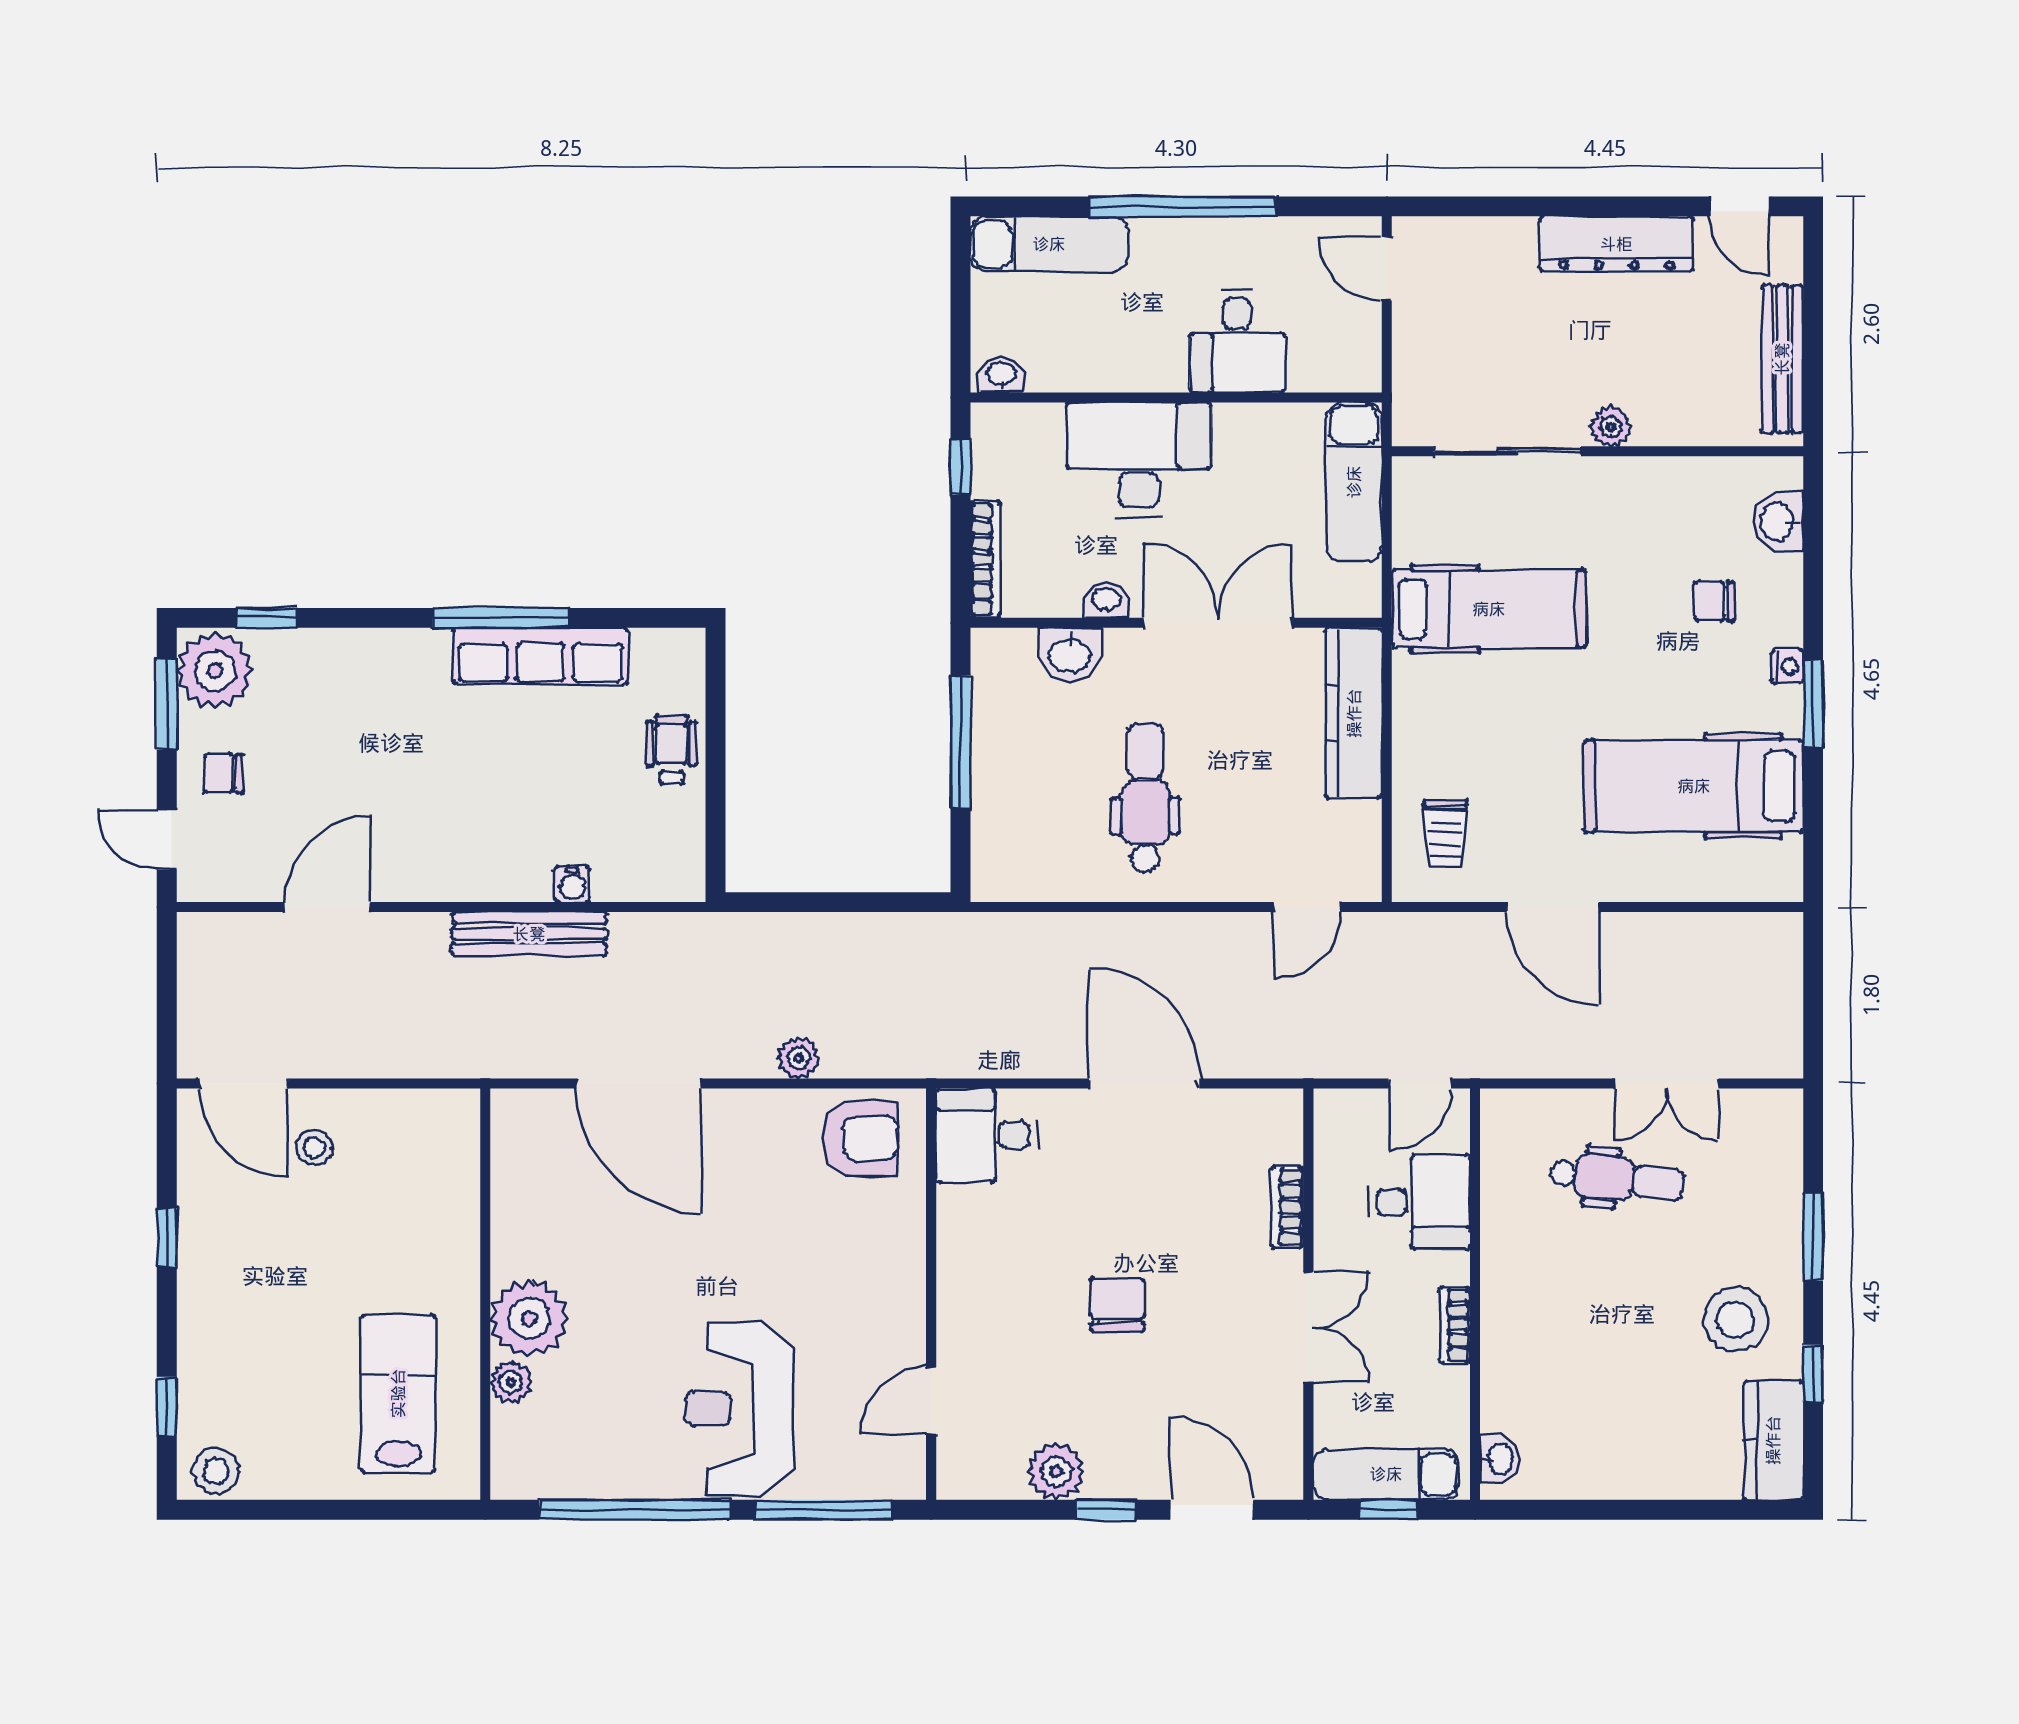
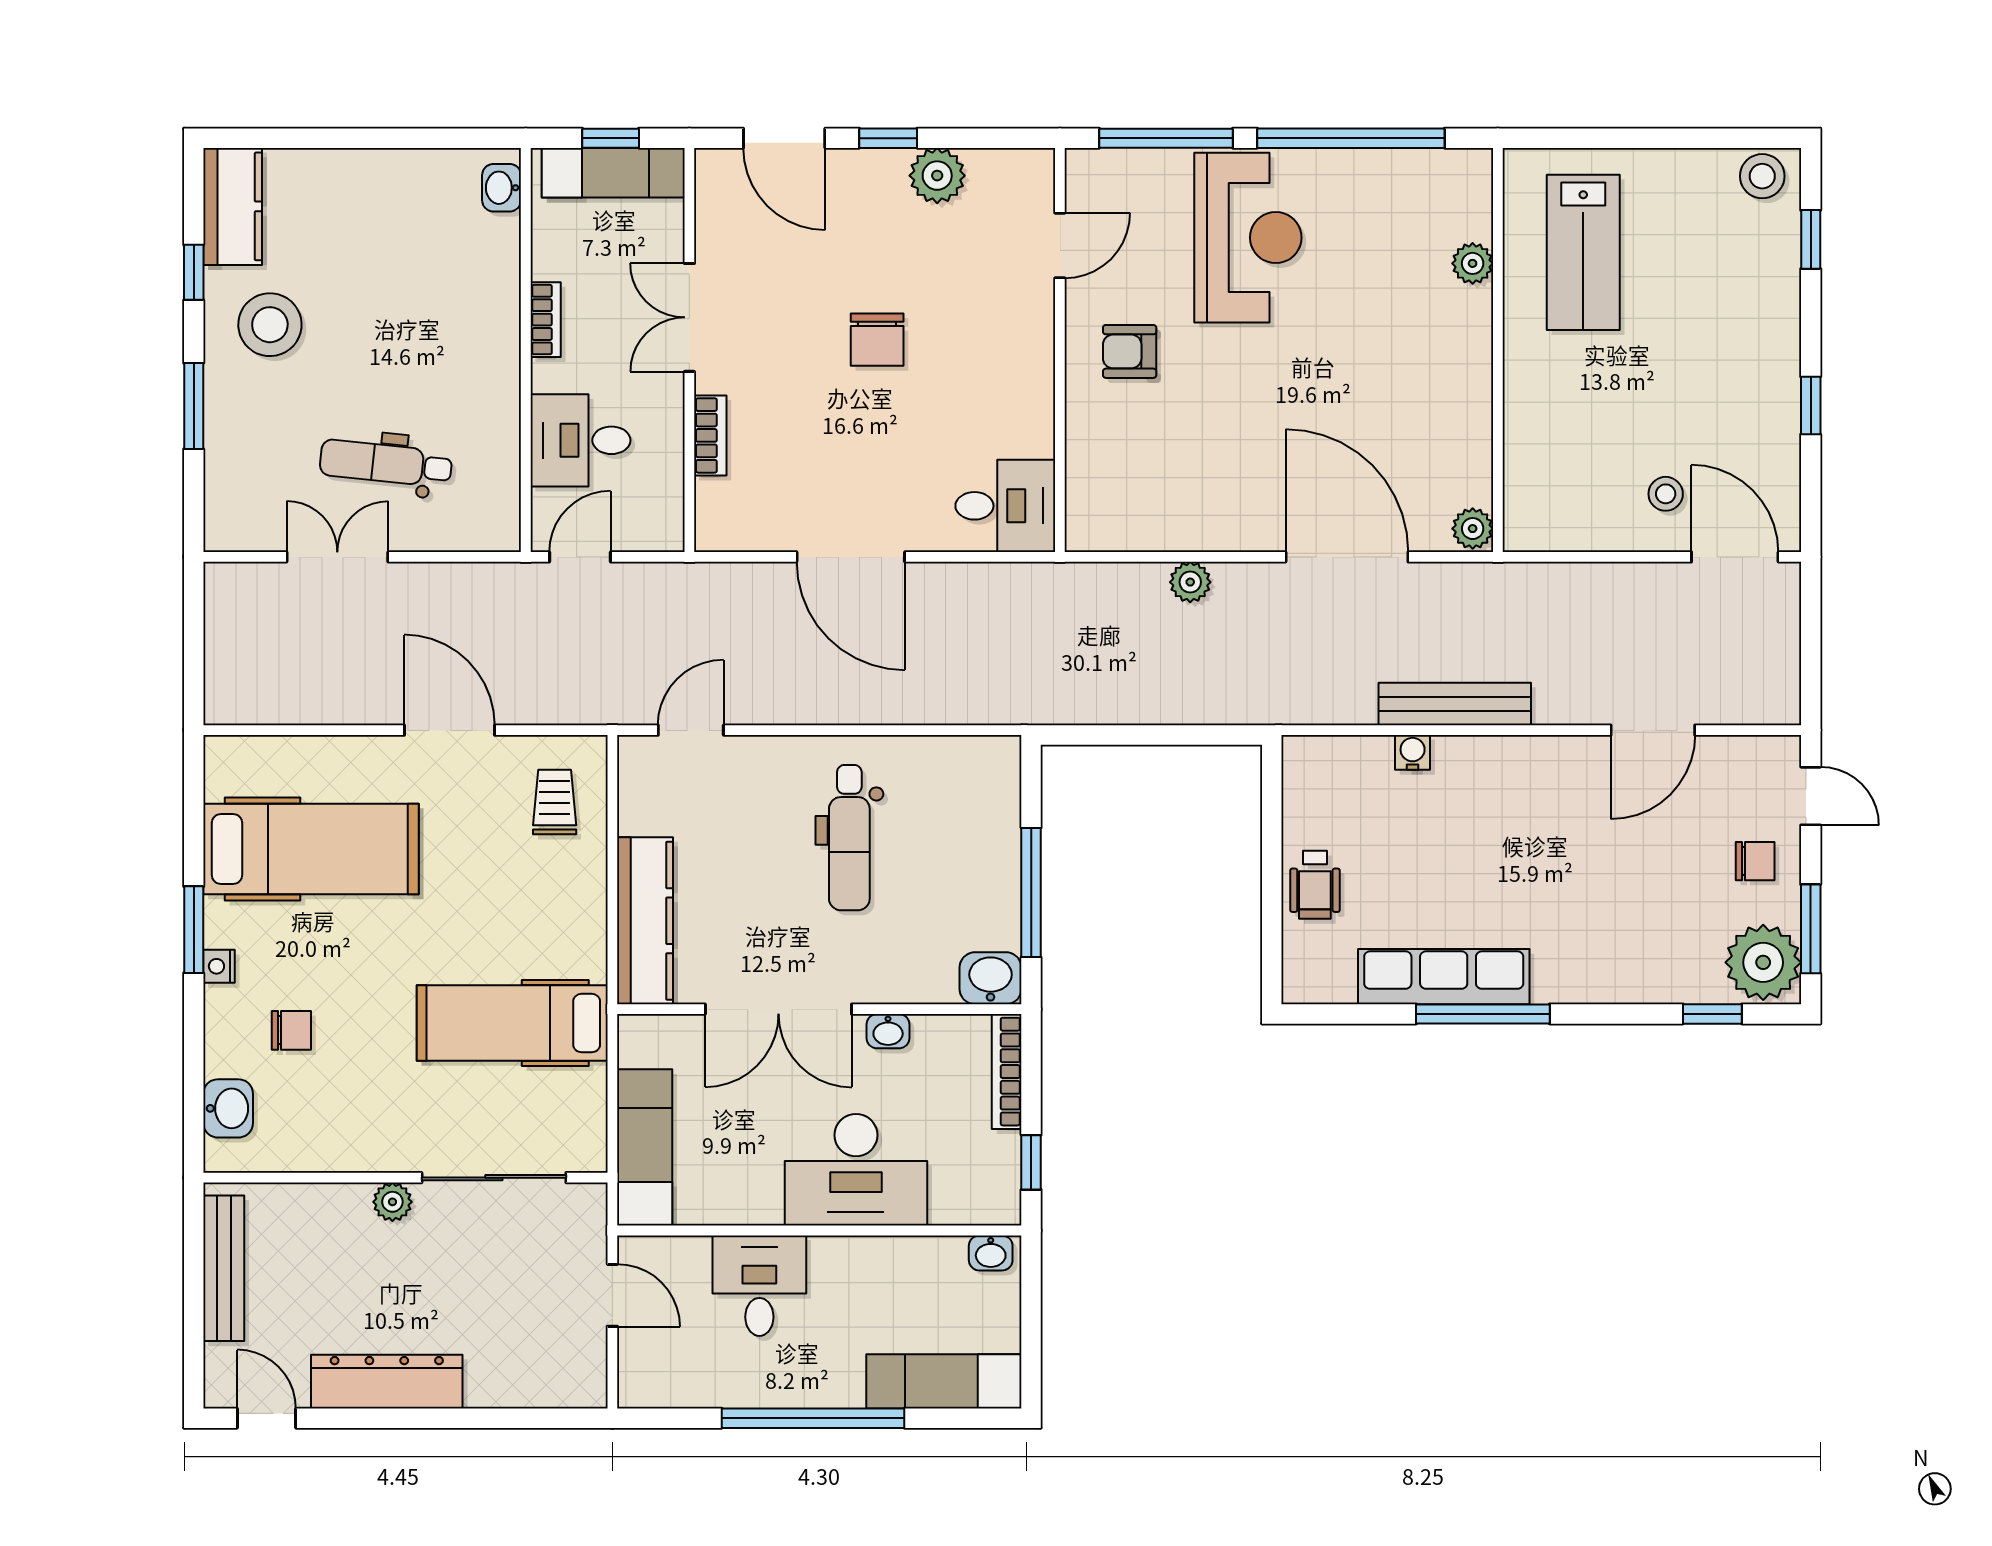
door: (1387, 269) -> (612, 1295), moved
washbasin: (1070, 654) -> (991, 978), moved
armchair: (860, 1139) -> (1130, 351), moved, width x0.72, depth x0.72
plant: (529, 1318) -> (1473, 529), moved, width x0.53, depth x0.53

